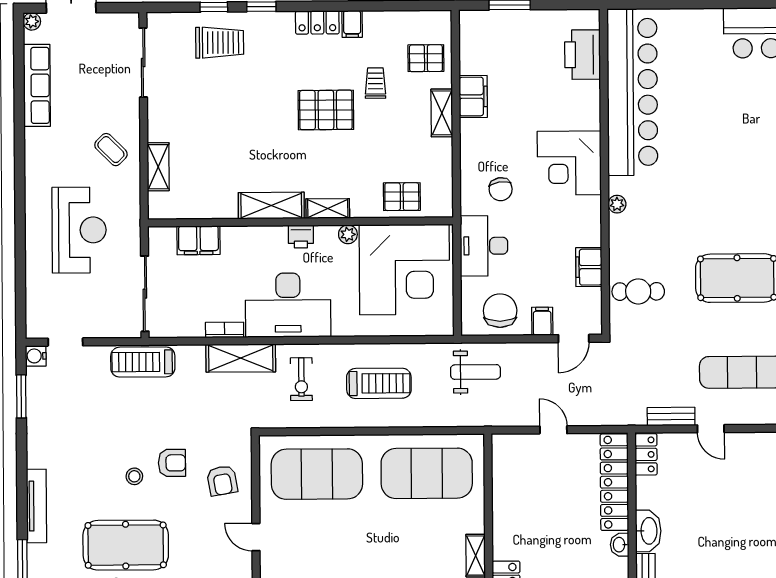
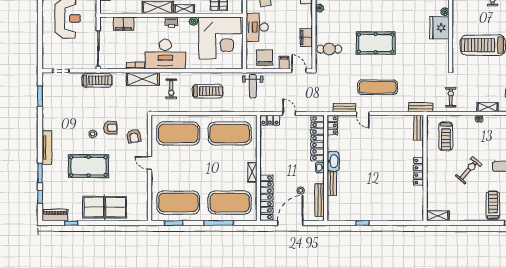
door: (574, 338) -> (299, 71), swing flipped
water cooler: (36, 356) -> (47, 77), removed
treadmill: (143, 362) -> (97, 80), turned 180
weight bench: (475, 372) -> (253, 86), turned 90
locker: (513, 444) -> (270, 120), added

